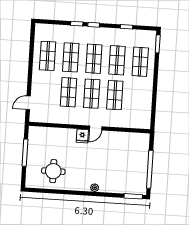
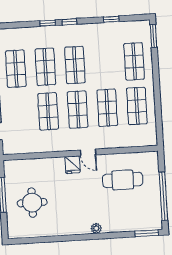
shop shelf: (117, 60) -> (137, 106), moved
door: (96, 128) -> (88, 152), hinge flipped
cafe table: (120, 153) -> (123, 180), added
round table: (53, 171) -> (32, 203), moved

